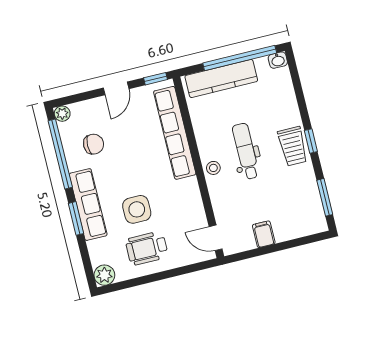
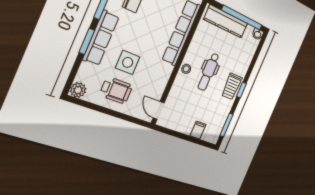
dental chair: (246, 151) -> (209, 72), turned 180
filing cabinet: (264, 234) -> (198, 130), moved
wheelchair: (147, 248) -> (116, 90), turned 180

